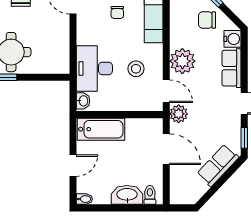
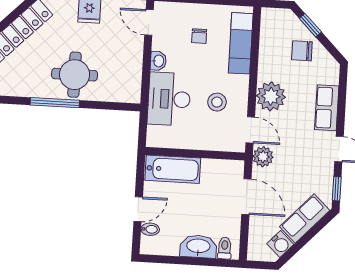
water cooler: (232, 39) -> (280, 244), moved, turned 43
washbasin: (83, 101) -> (158, 61), moved
bidet: (84, 199) -> (150, 229), moved

